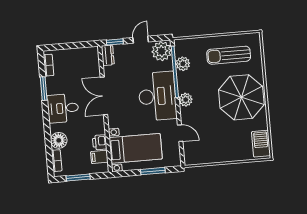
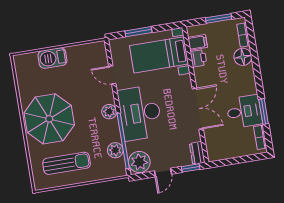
desk: (63, 108) -> (244, 112), moved
barbecue: (261, 144) -> (52, 58), moved, turned 90

